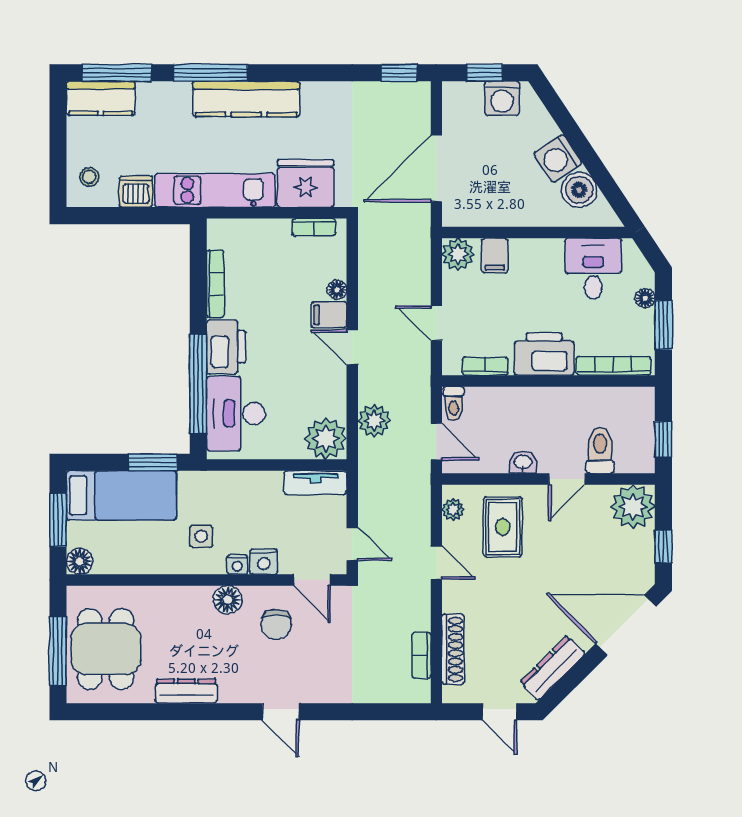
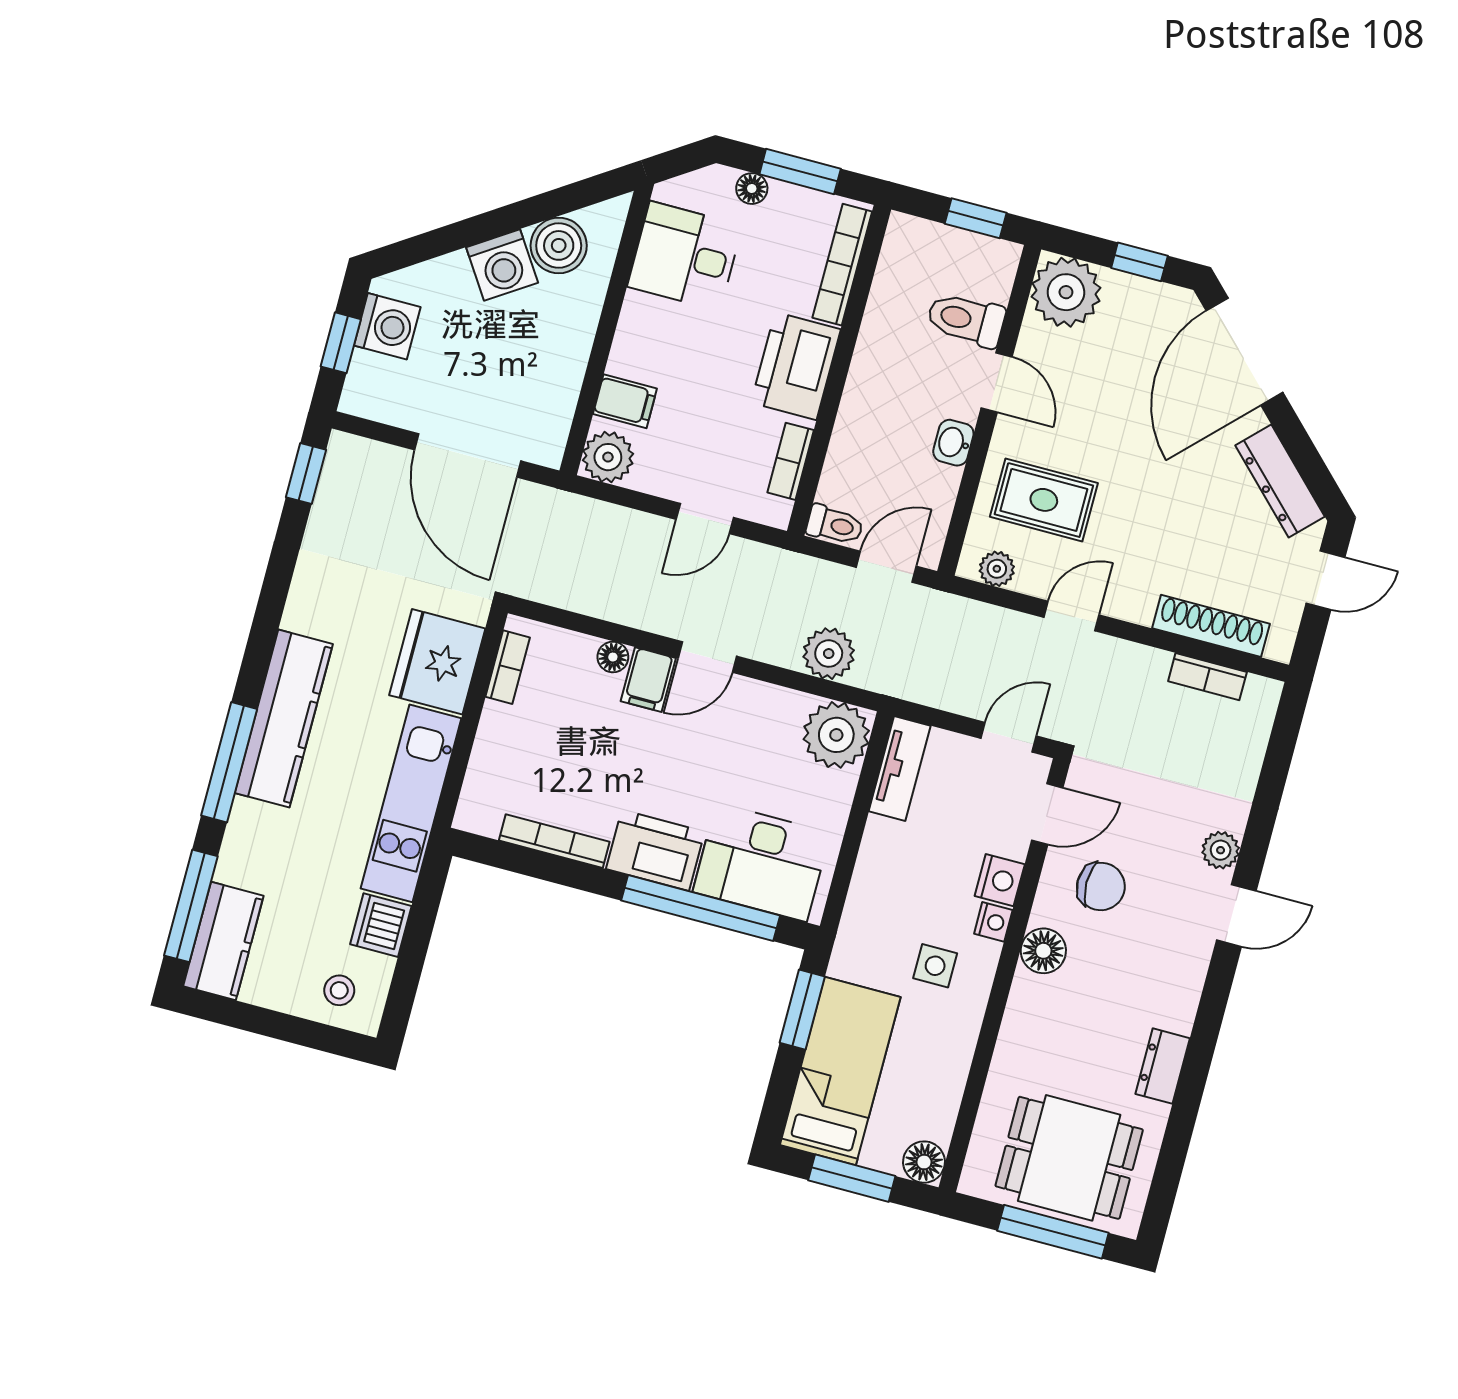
dresser: (186, 691) -> (1163, 1066), width x0.70
plant: (318, 691) -> (1221, 850), added

